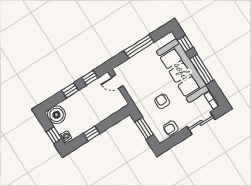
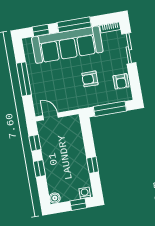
door: (117, 82) -> (51, 116), swing flipped
boiler: (56, 115) -> (55, 198), width x0.54, depth x0.54
window: (144, 128) -> (110, 109), width x1.44

